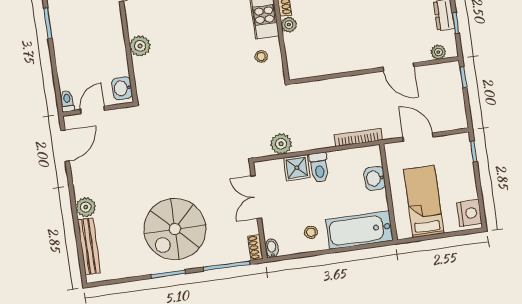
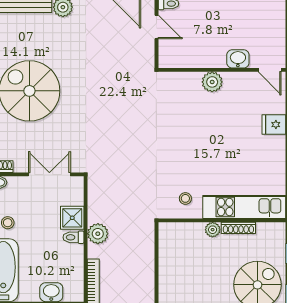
washbasin: (122, 88) -> (238, 59), moved
plant: (281, 144) -> (98, 234), moved
toilet: (319, 168) -> (73, 237), width x0.73, depth x0.72

